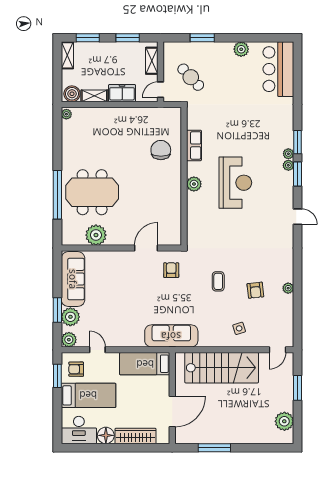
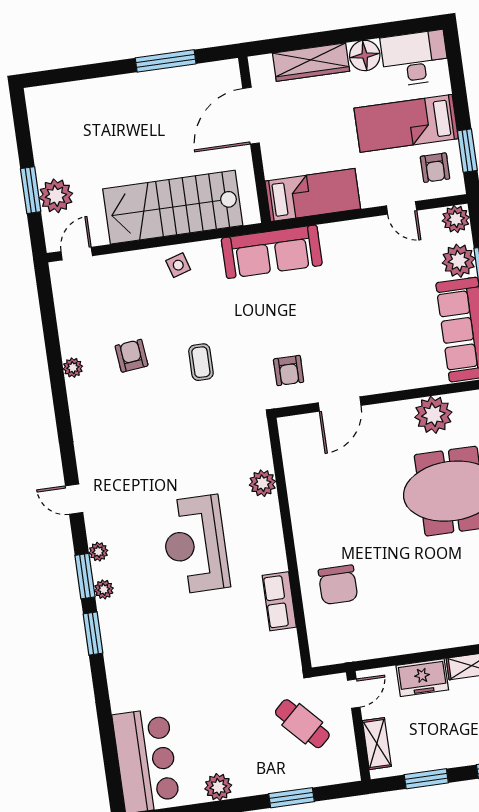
plant: (288, 154) -> (98, 552), moved
plant: (194, 184) -> (263, 483), moved
side table: (239, 328) -> (178, 265), moved
armchair: (76, 369) -> (435, 168), turned 90
plant: (284, 421) -> (56, 196), moved

